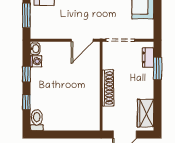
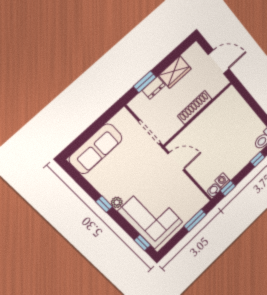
dresser: (148, 58) -> (154, 88), moved
window: (26, 74) -> (228, 188), moved
wardrobe: (145, 113) -> (175, 72), moved

